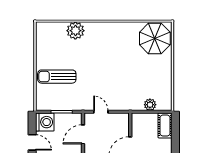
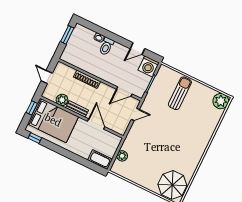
plant: (75, 31) -> (221, 101), moved
door: (83, 134) -> (124, 92), swing flipped

